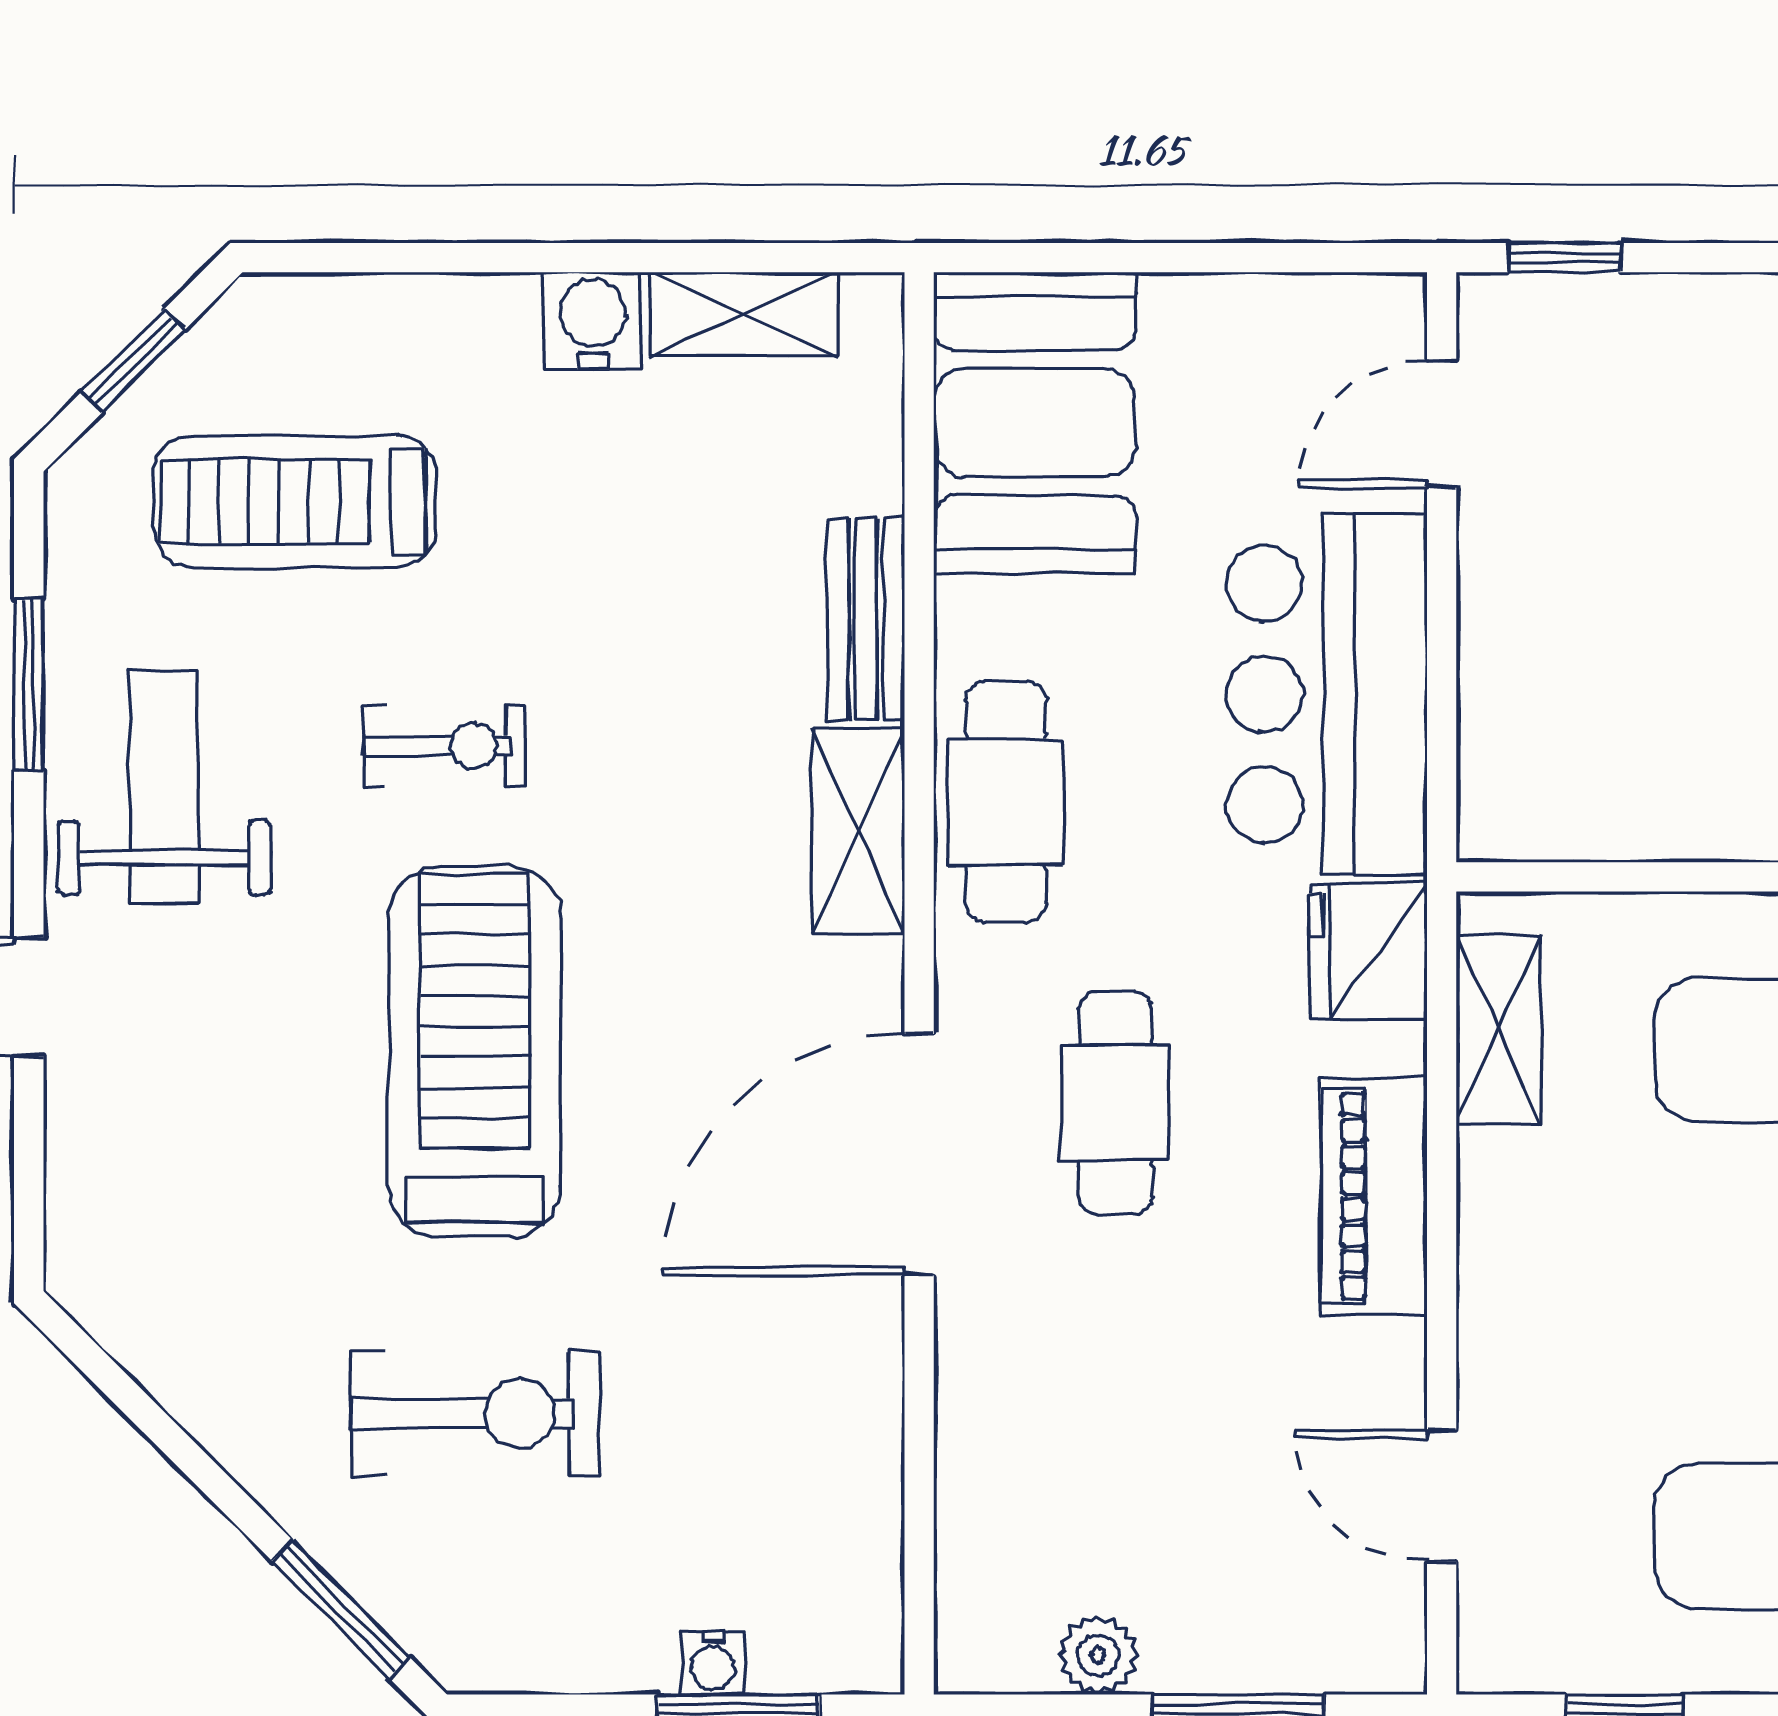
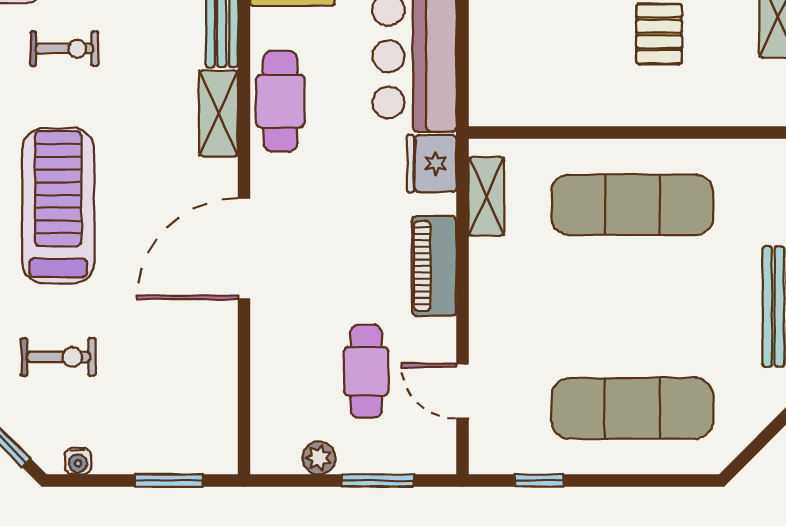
exercise bike: (444, 746) -> (64, 49), moved
cafe table: (1115, 1103) -> (366, 371), moved
exercise bike: (475, 1414) -> (58, 357), width x0.73, depth x0.72
water cooler: (713, 1663) -> (78, 461), moved

